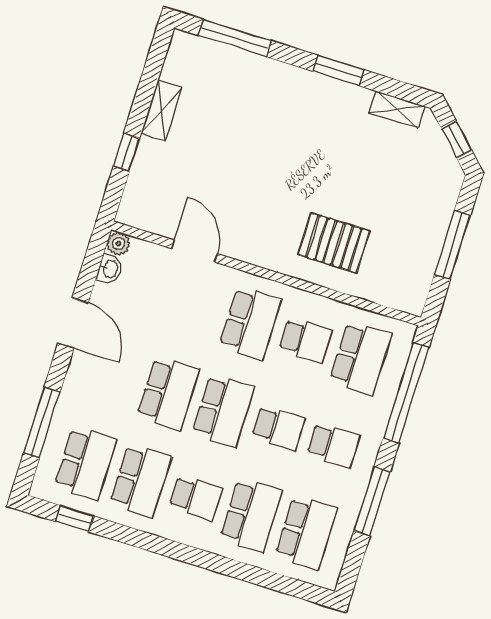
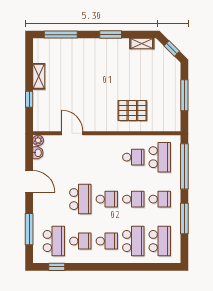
school desk: (250, 323) -> (107, 157), removed
school desk: (223, 411) -> (107, 199), width x0.54
school desk: (141, 481) -> (80, 241), width x0.54

